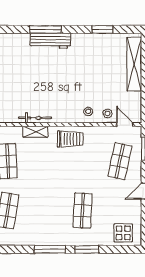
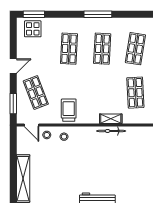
trolley: (70, 139) -> (69, 110), moved, turned 90
shop shelf: (120, 161) -> (36, 93), turned -33
shop shelf: (45, 211) -> (102, 49), added
window: (87, 249) -> (34, 14), moved

